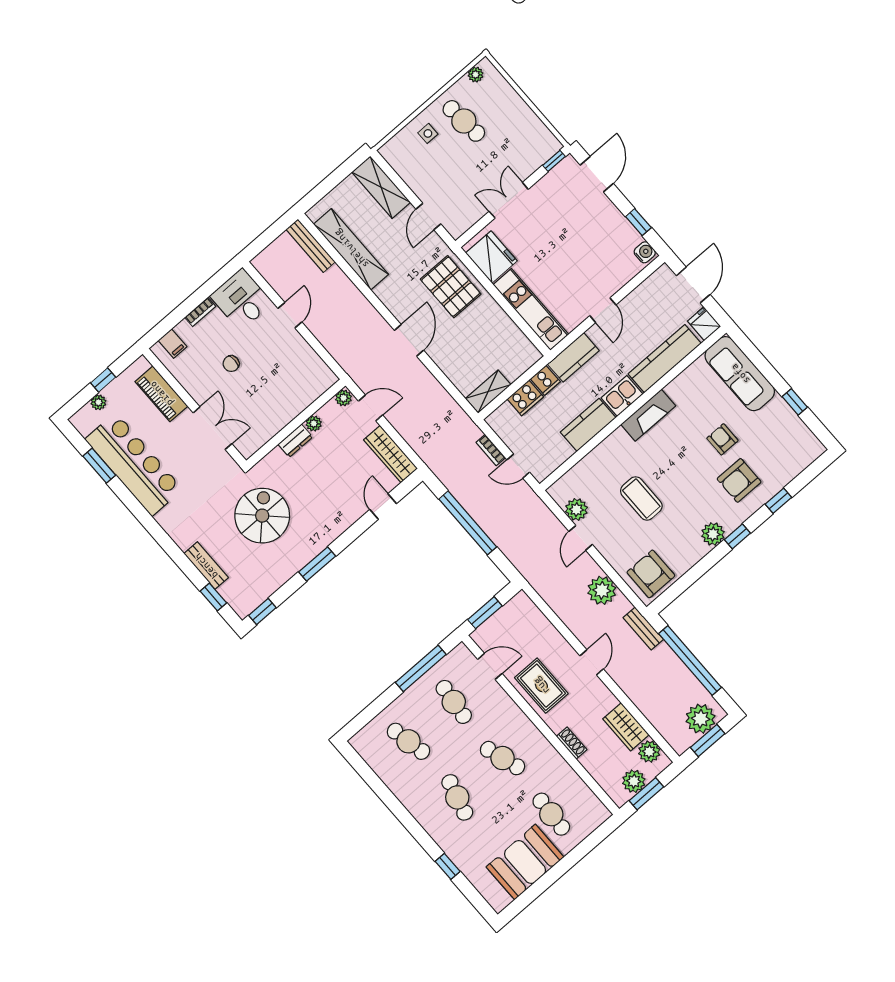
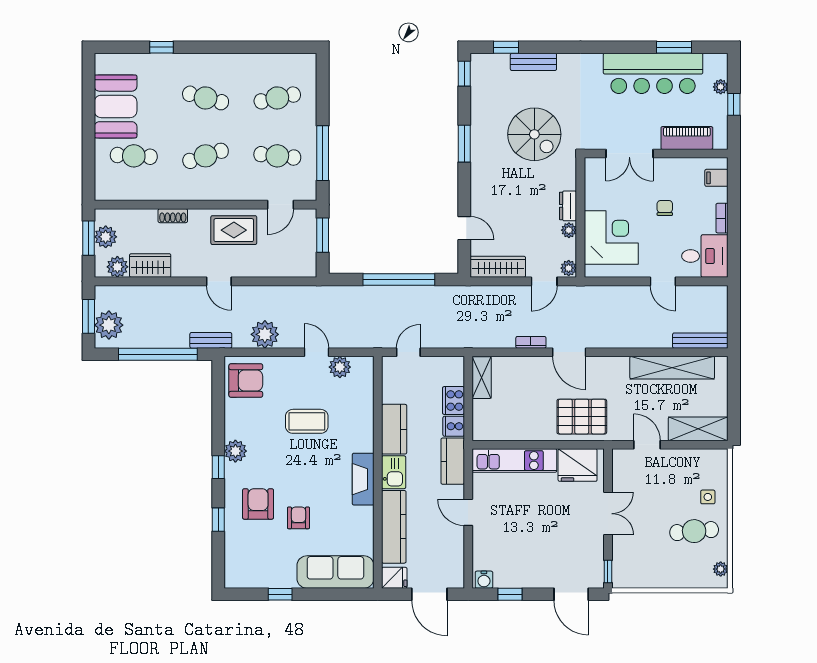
corner desk: (291, 385) -> (611, 237), added
armchair: (722, 439) -> (298, 518), turned -90
bookcase: (491, 450) -> (531, 342), moved

